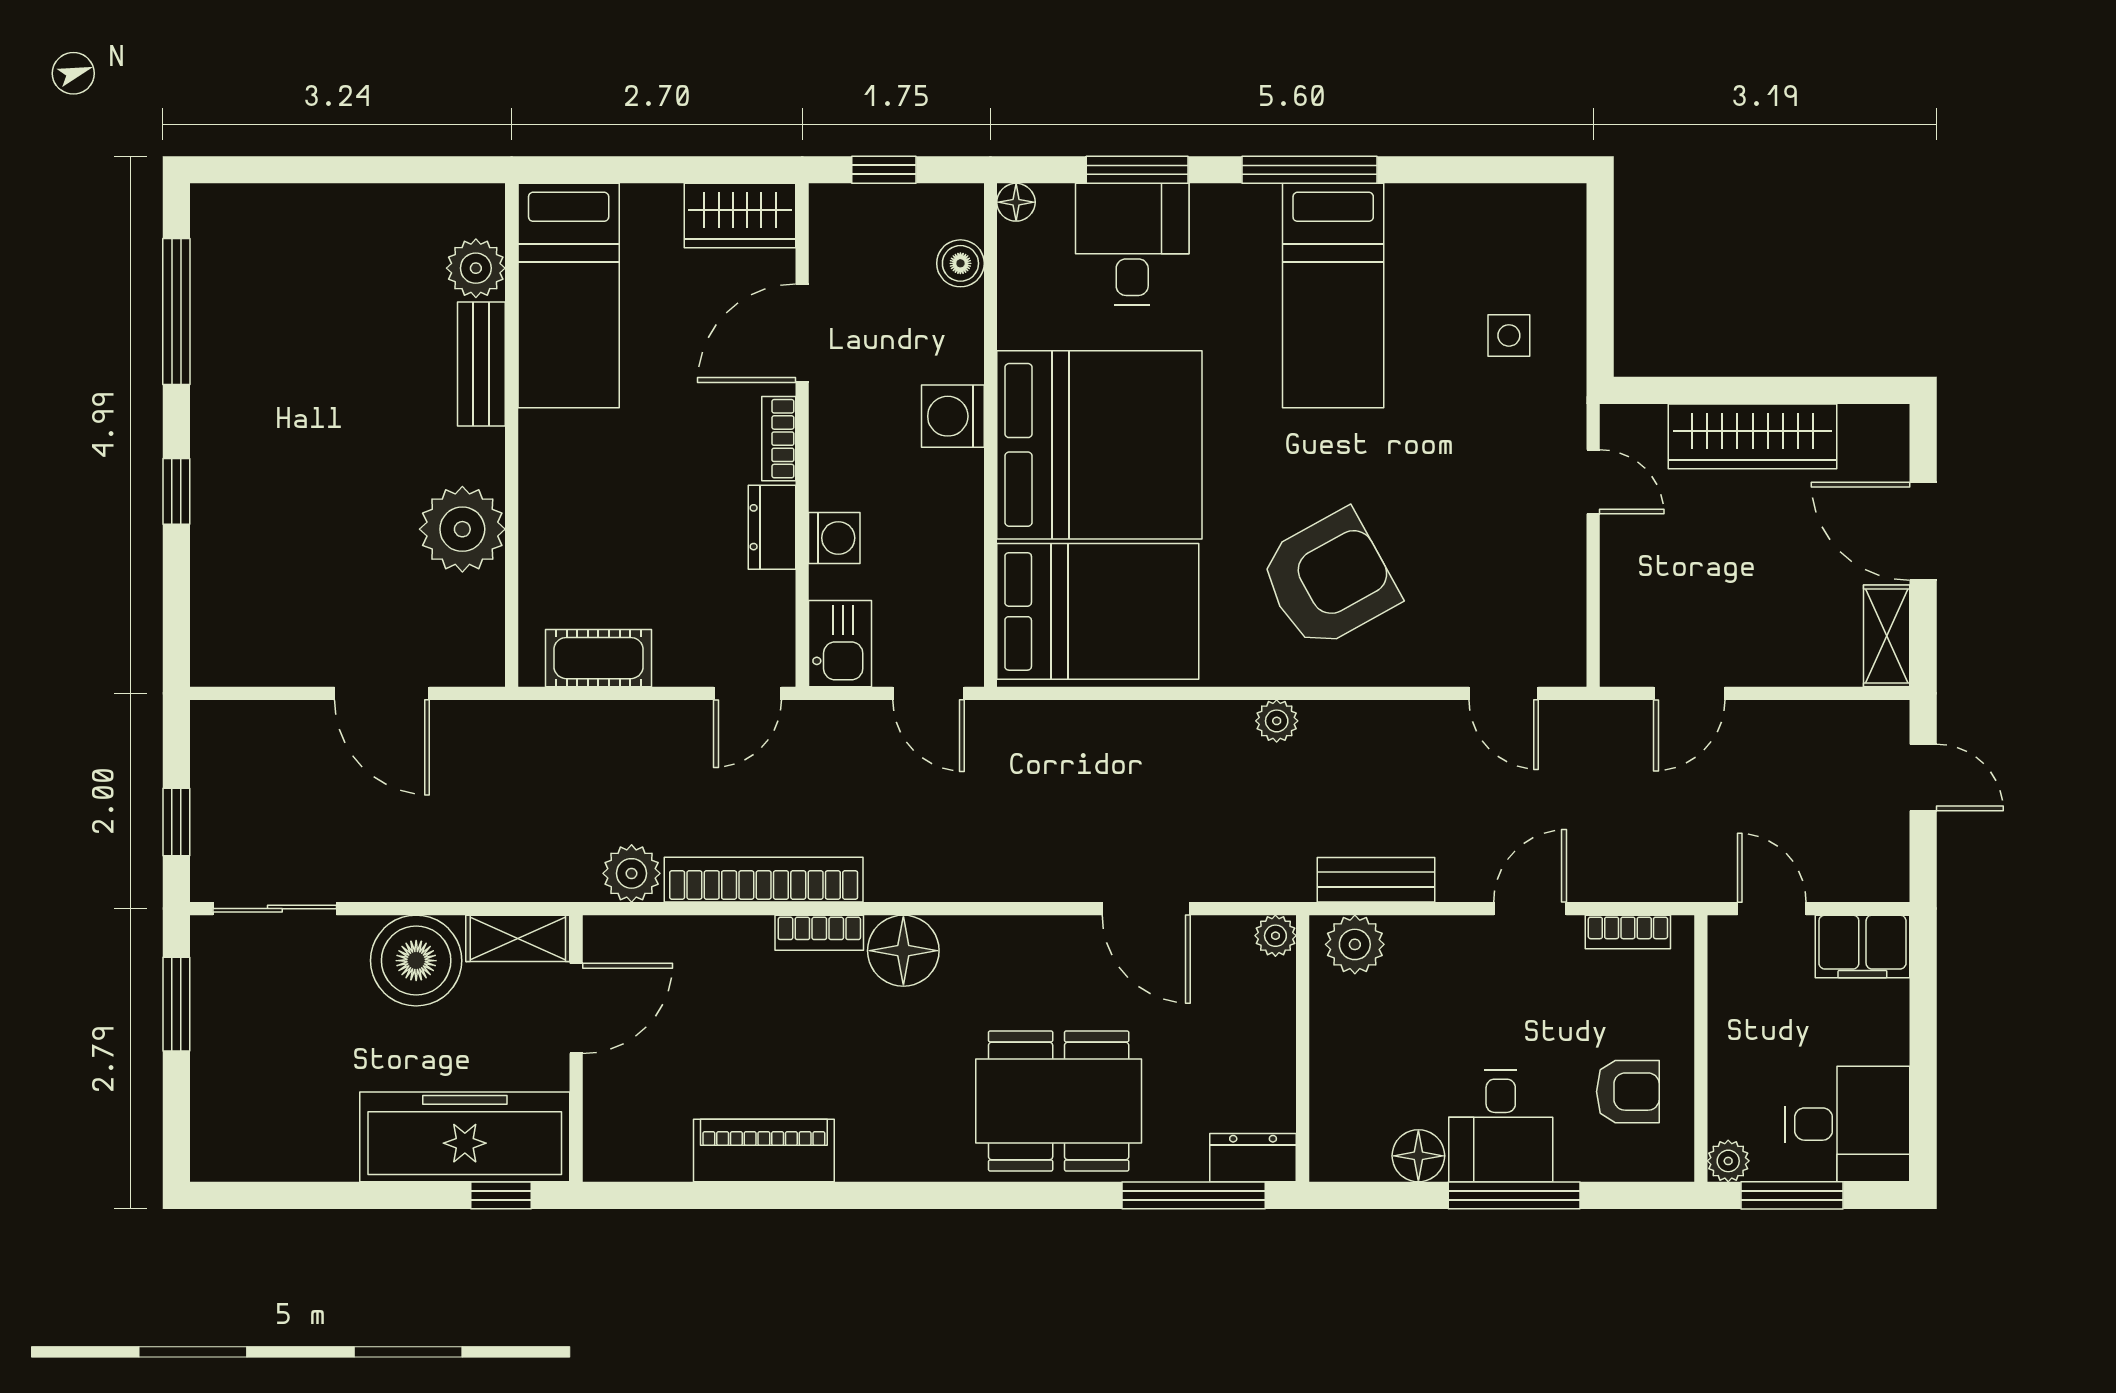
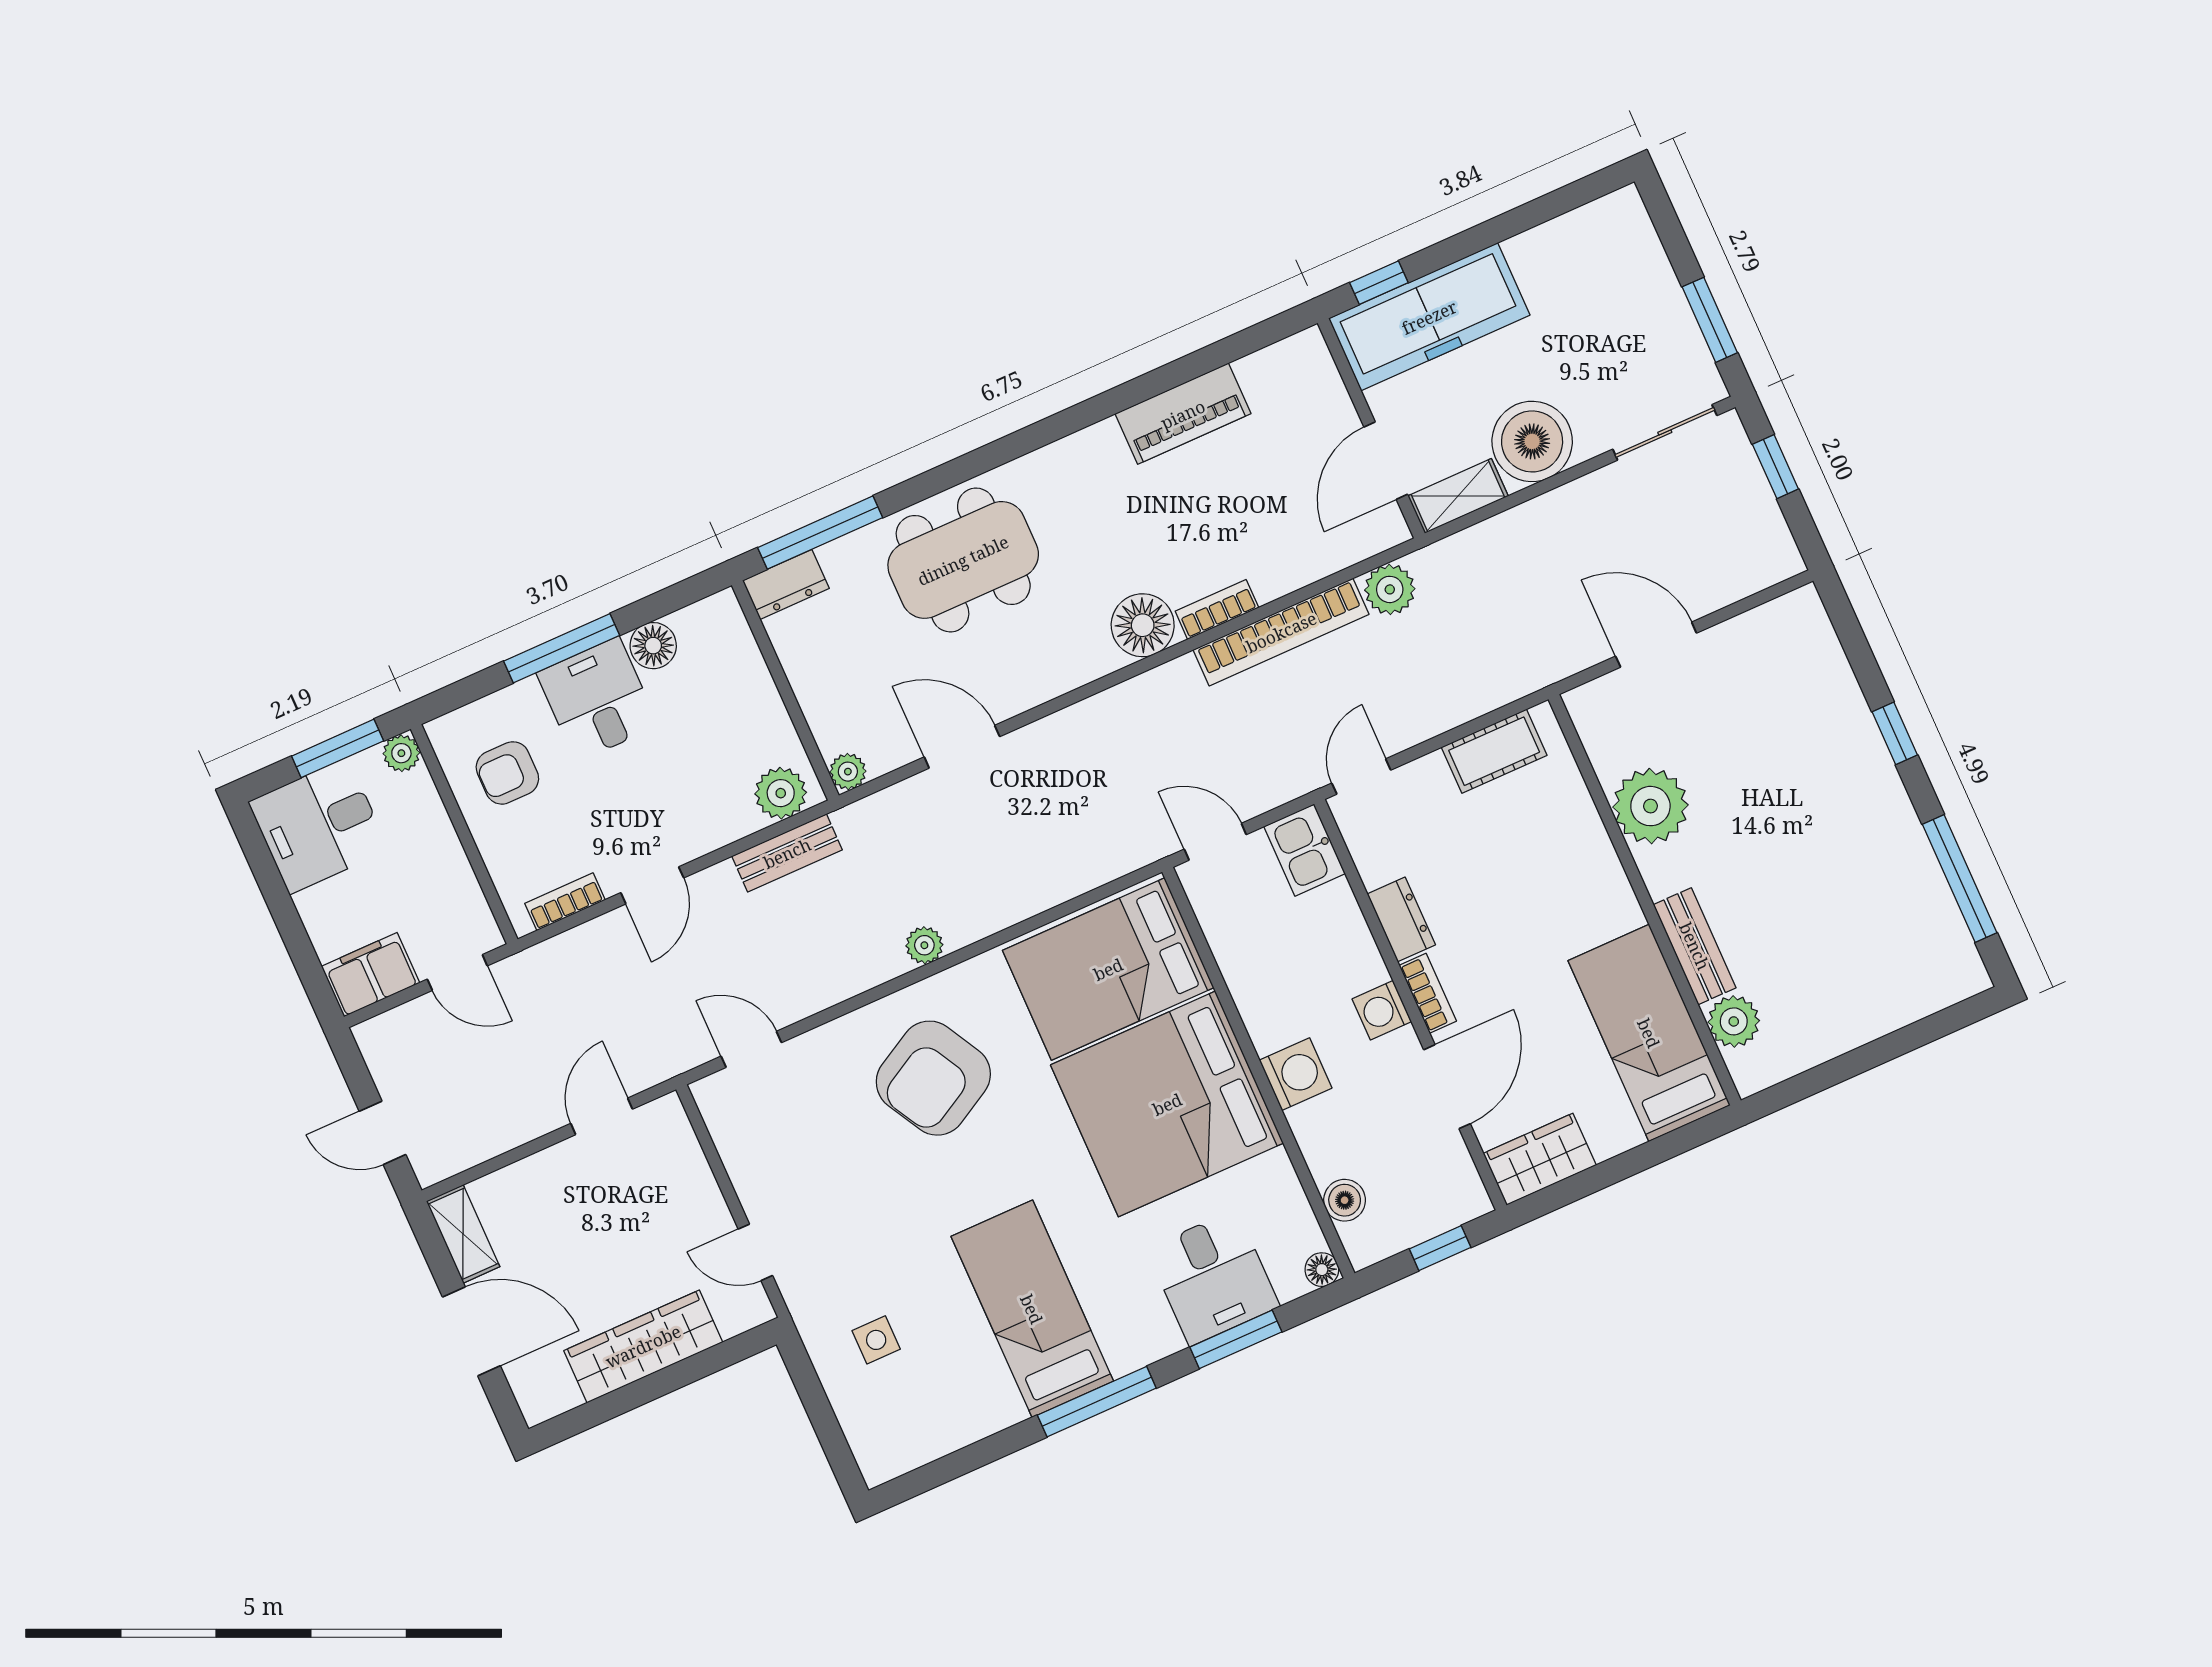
washing machine: (834, 538) -> (1382, 1010), moved

